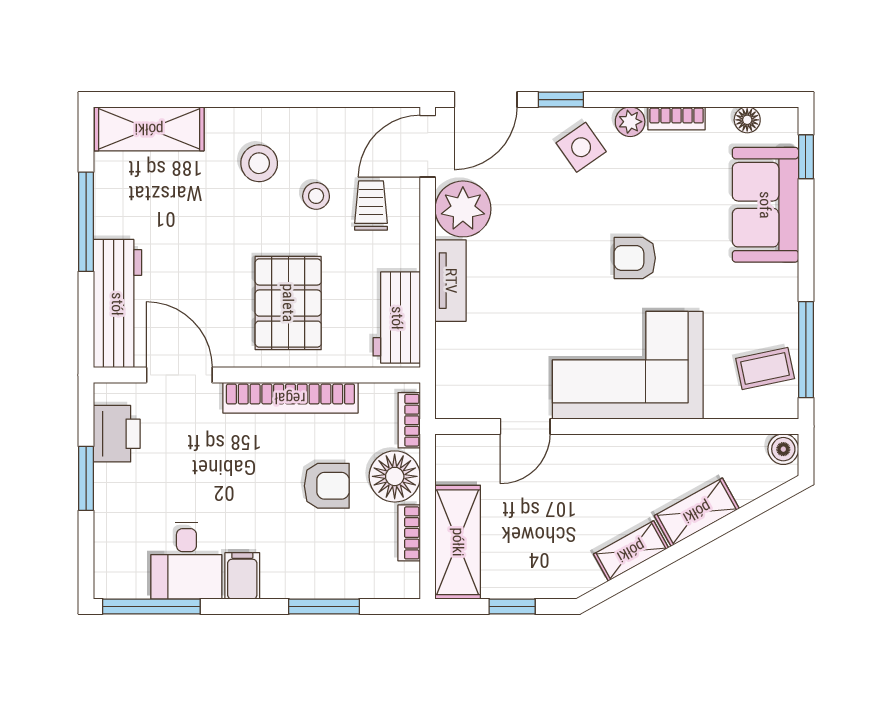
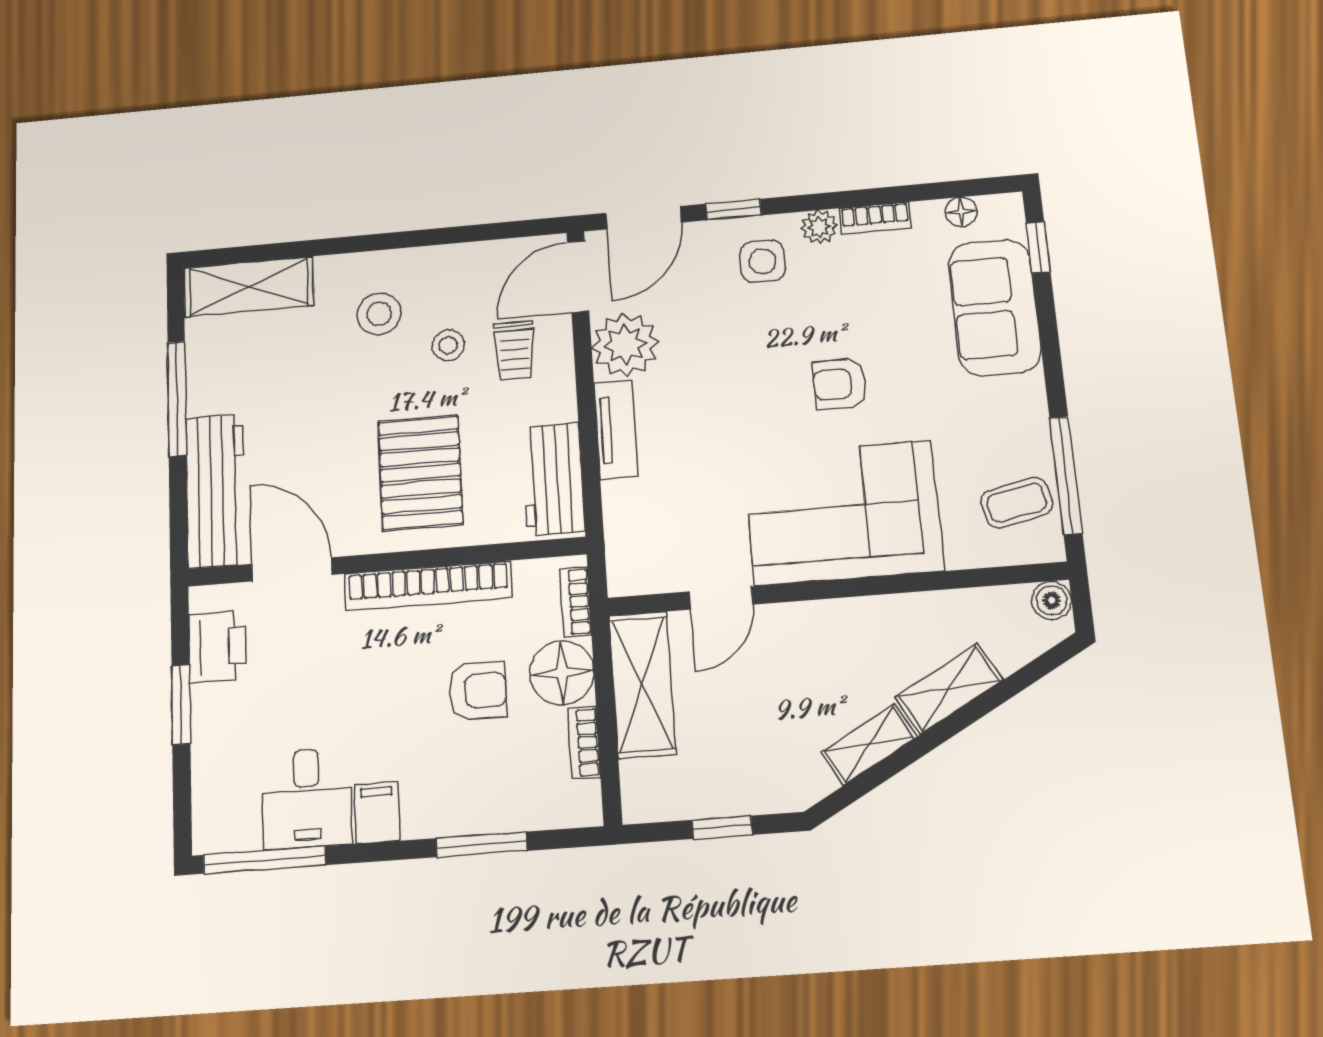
side table: (581, 147) -> (763, 261), turned 35
trolley: (371, 206) -> (514, 351), turned 180
shelving: (458, 542) -> (642, 684), moved

